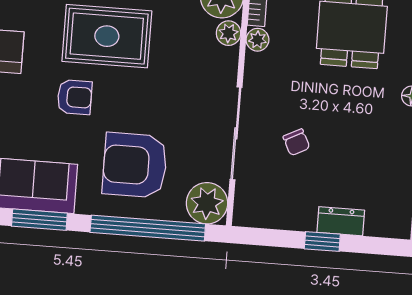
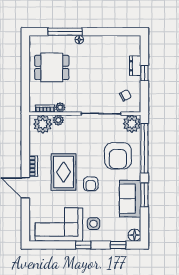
armchair: (75, 97) -> (91, 184), turned 180
chair: (296, 142) -> (125, 95), moved

